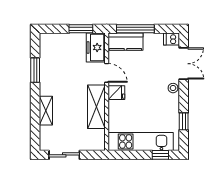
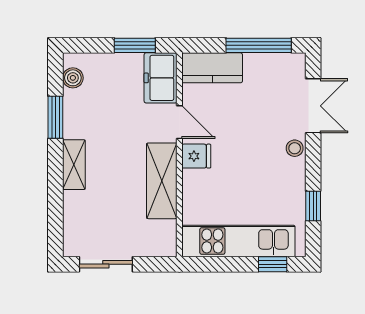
window: (135, 29) -> (259, 45), moved
dishwasher: (172, 39) -> (292, 63), removed
boiler: (45, 47) -> (73, 78), added
shelving: (46, 111) -> (74, 165), moved

